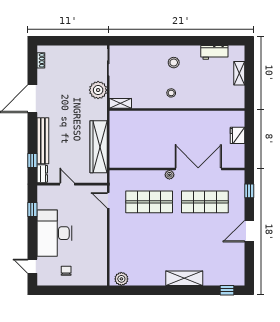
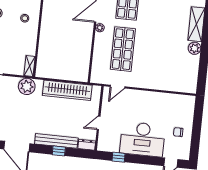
plant: (98, 90) -> (27, 86), moved
window: (32, 160) -> (59, 151), moved
plant: (121, 279) -> (194, 48), moved

